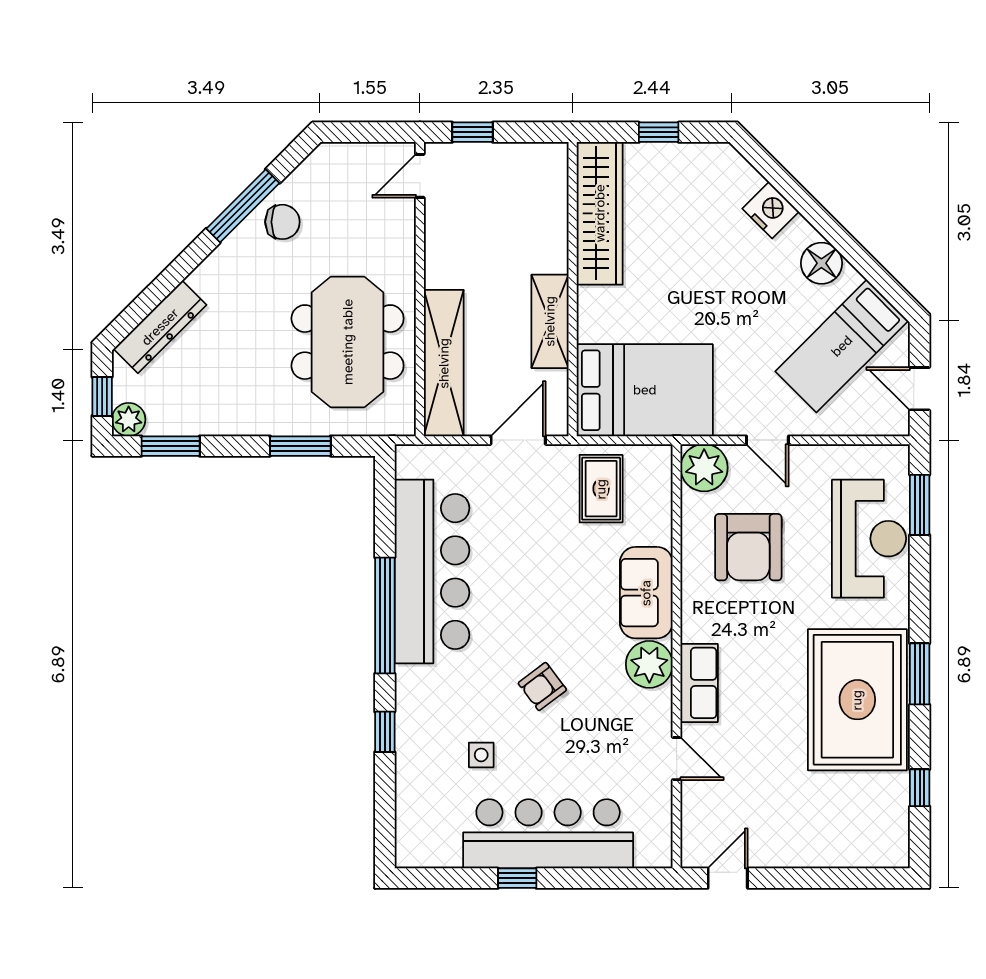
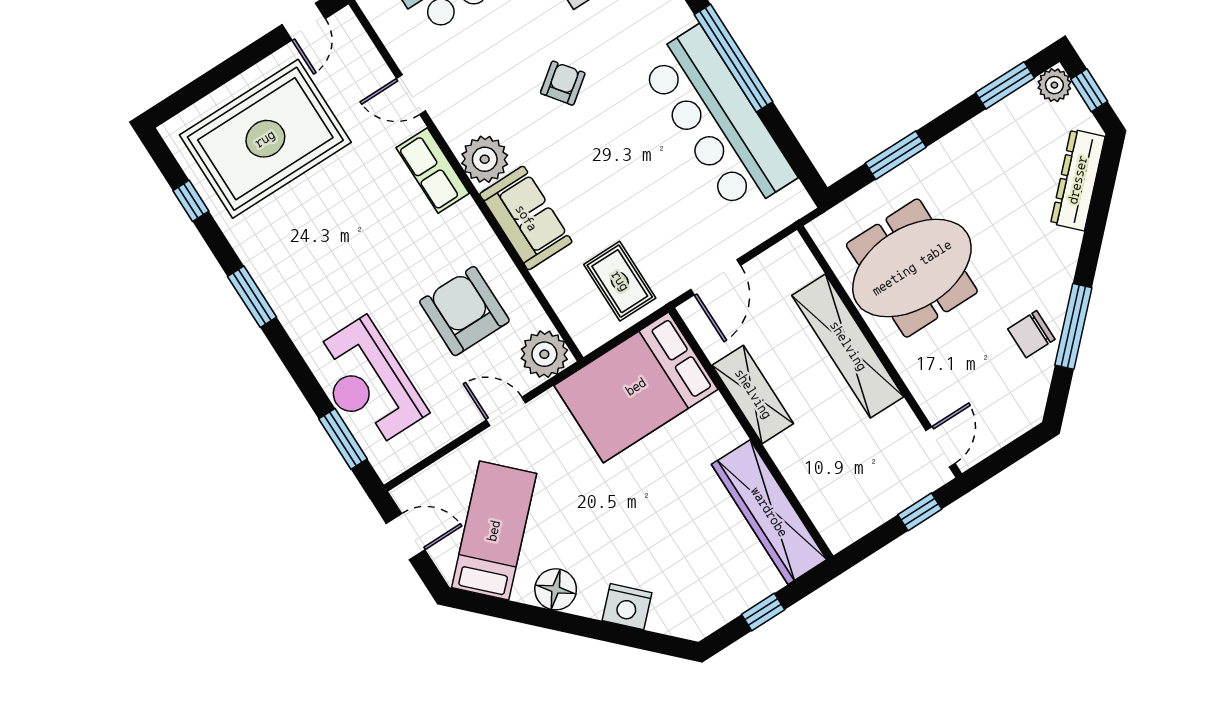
meeting table: (348, 342) -> (912, 268), turned 90
shelving: (444, 363) -> (848, 346), moved
rug: (857, 700) -> (265, 139), moved, turned 90

